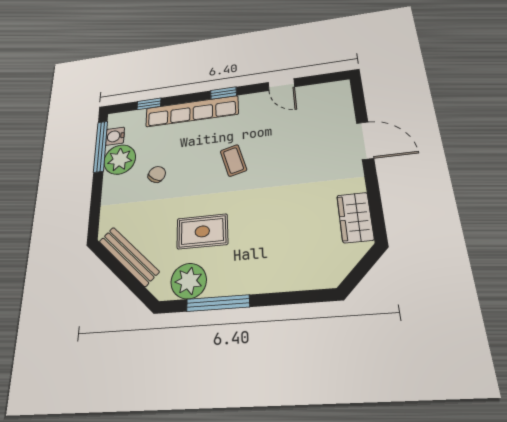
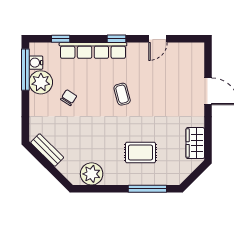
door: (281, 85) -> (158, 39), hinge flipped
rug: (202, 231) -> (141, 153), moved
bench: (129, 256) -> (47, 150), width x0.73
window: (218, 303) -> (147, 189), moved

